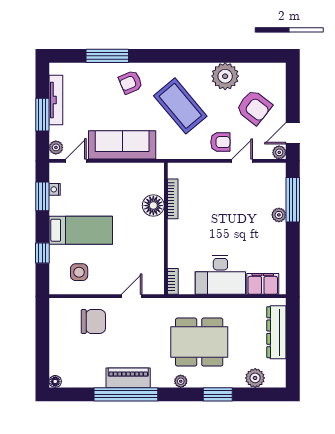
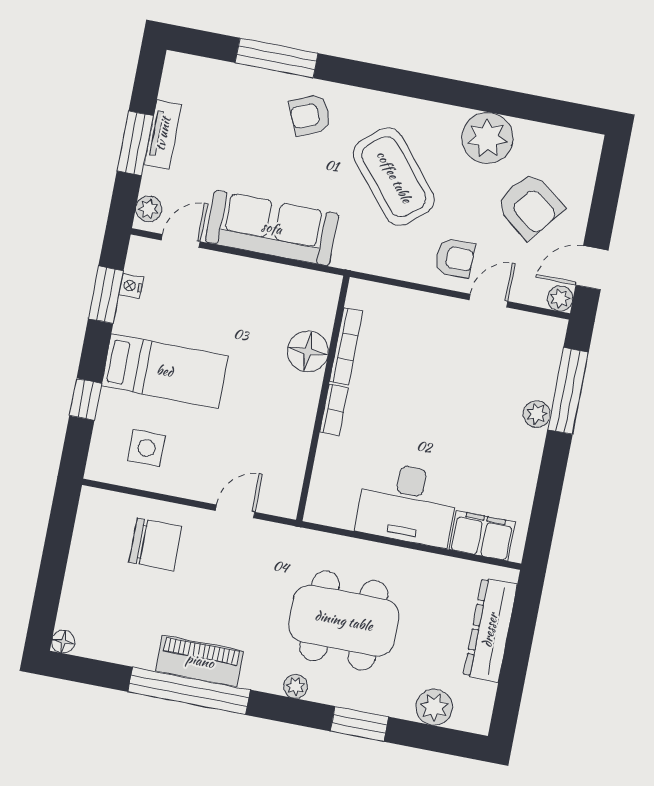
tv unit: (56, 100) -> (163, 134), width x0.71
bookcase: (173, 281) -> (334, 410), moved

